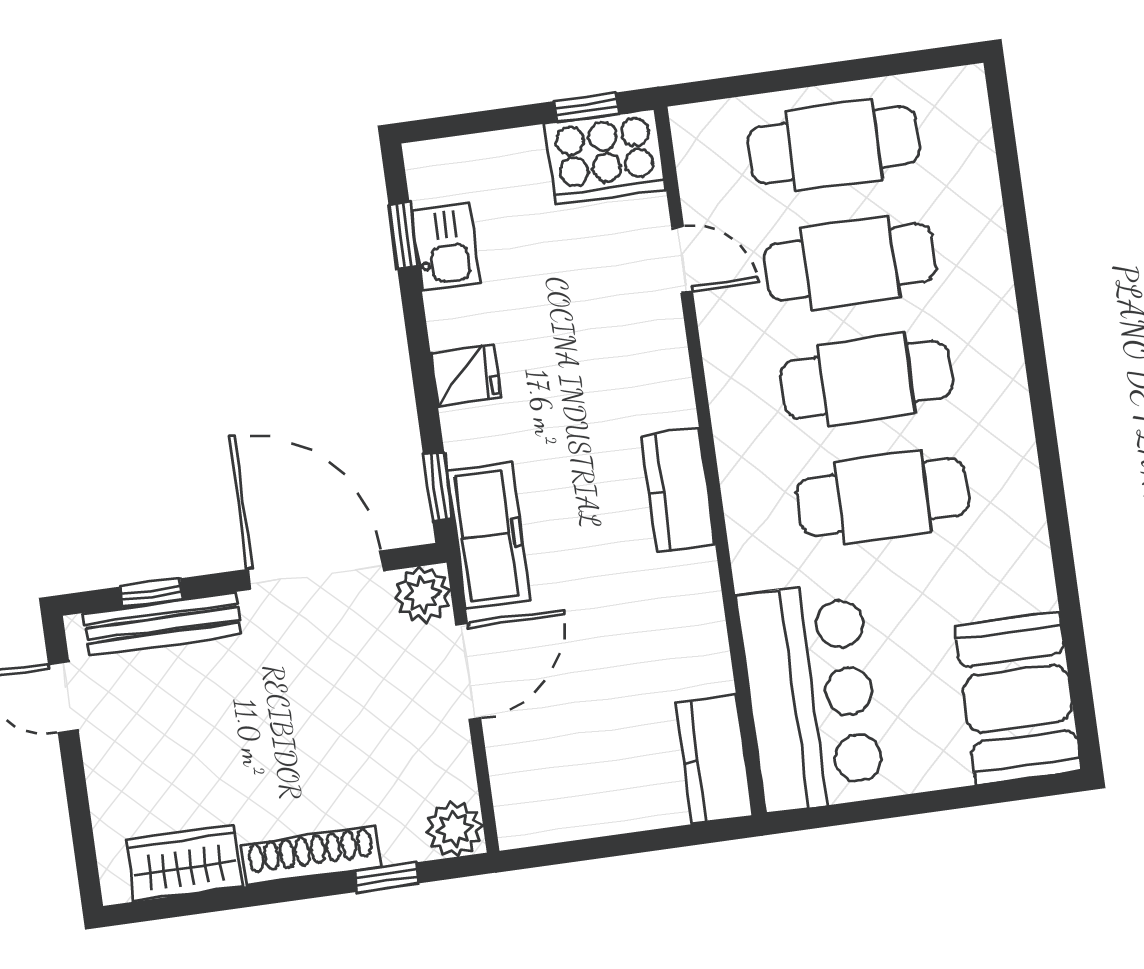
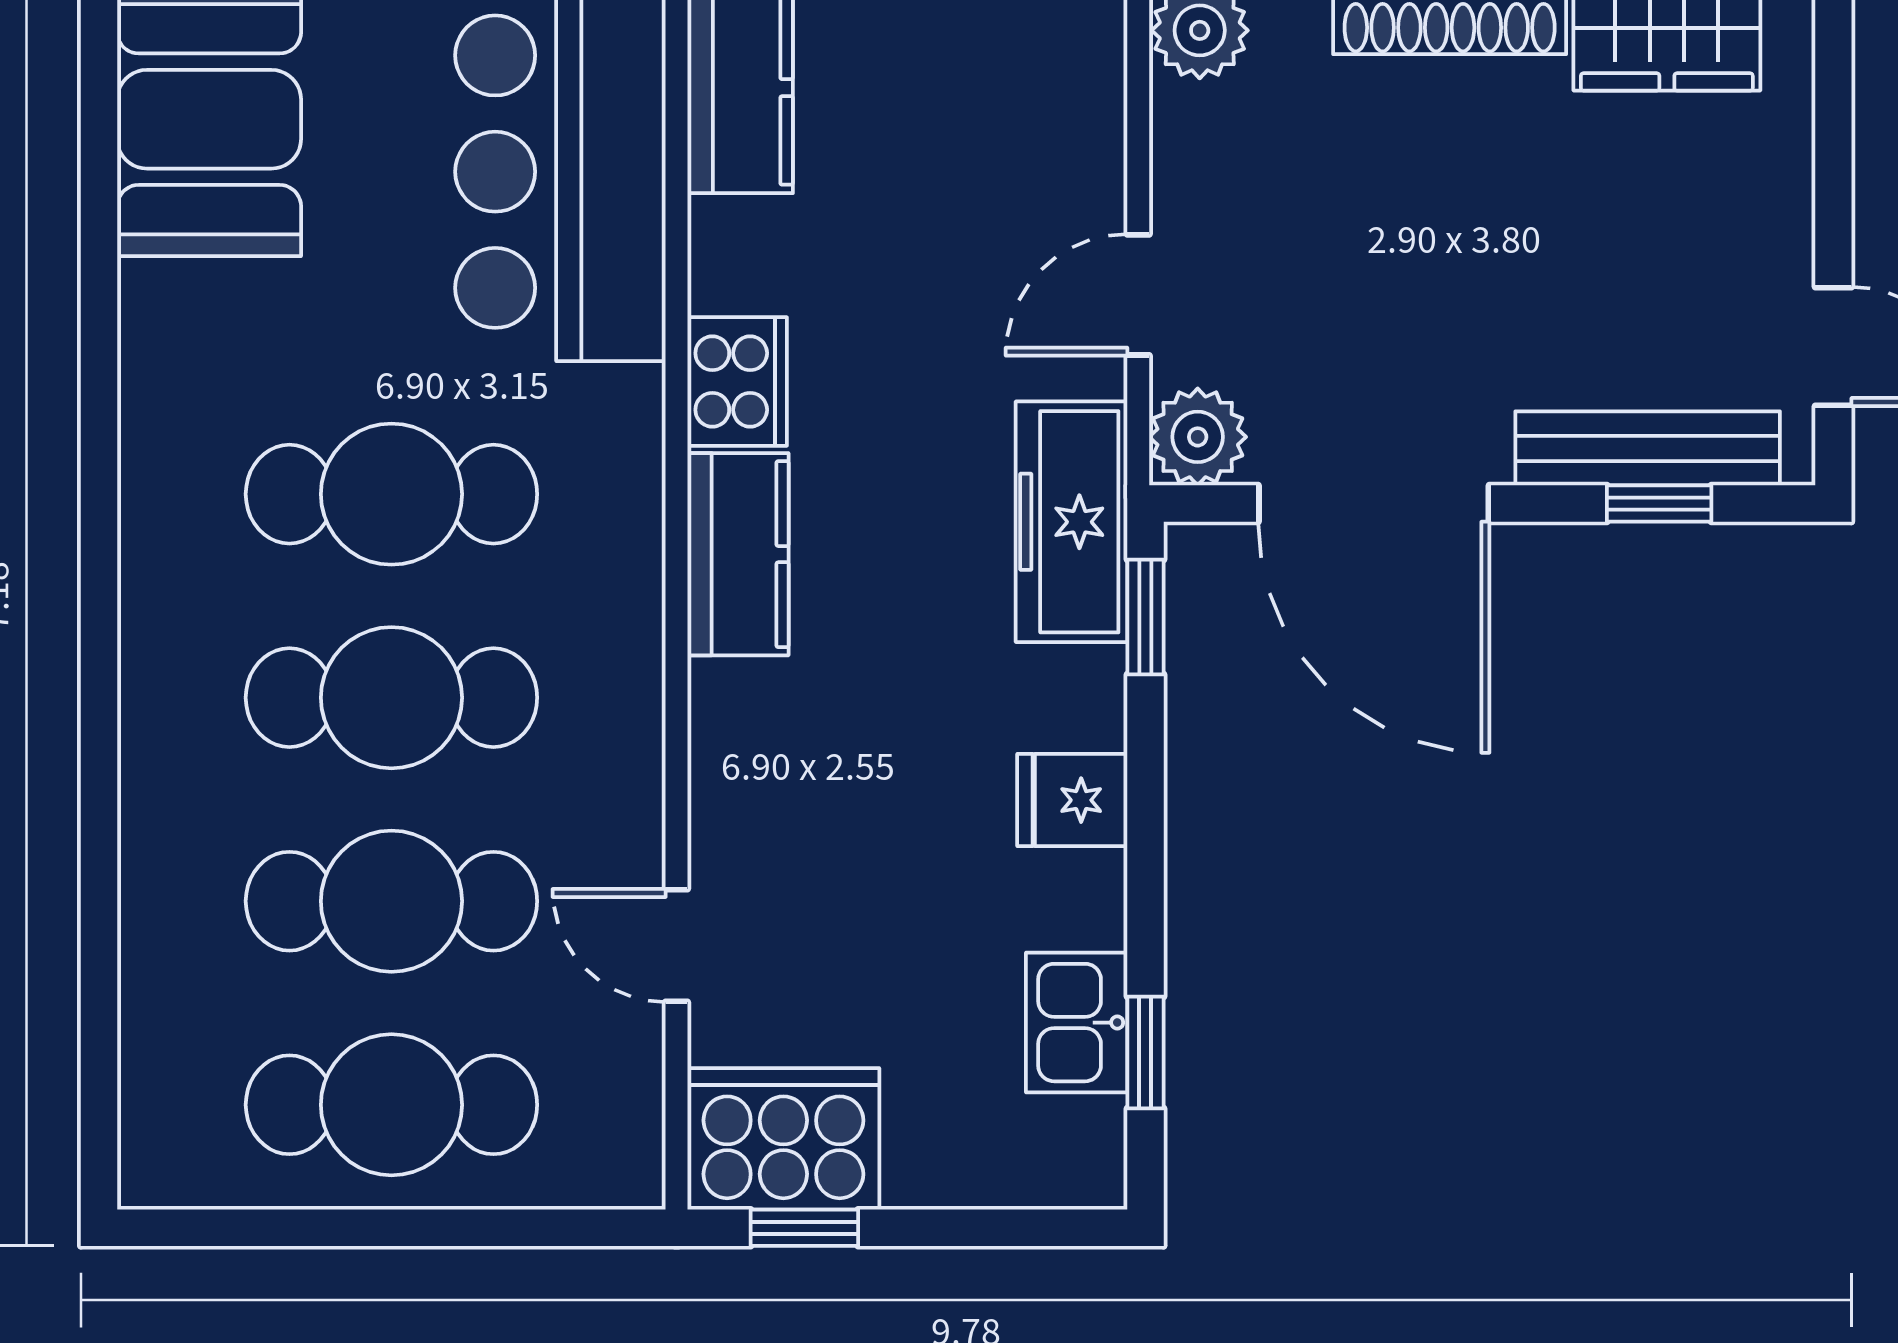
cooker: (692, 590) -> (737, 382), added
door: (468, 672) -> (1138, 295), width x0.73

